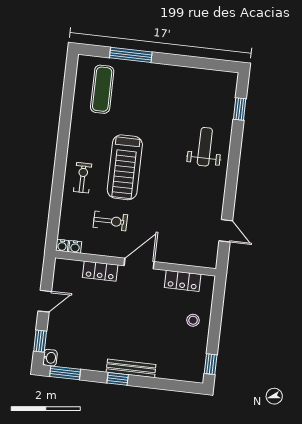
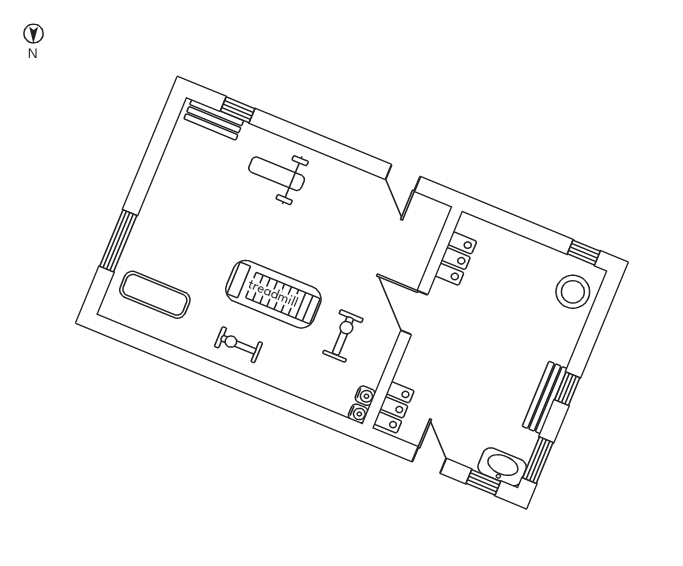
bench: (229, 95) -> (214, 120), added
exercise bike: (83, 178) -> (238, 345), moved
door: (226, 231) -> (403, 178), swing flipped
locker: (100, 271) -> (394, 407), moved
stool: (193, 320) -> (573, 292), moved, width x1.89, depth x1.89
washbasin: (50, 358) -> (502, 467), width x1.91, depth x1.45
bench: (131, 368) -> (545, 397), moved

